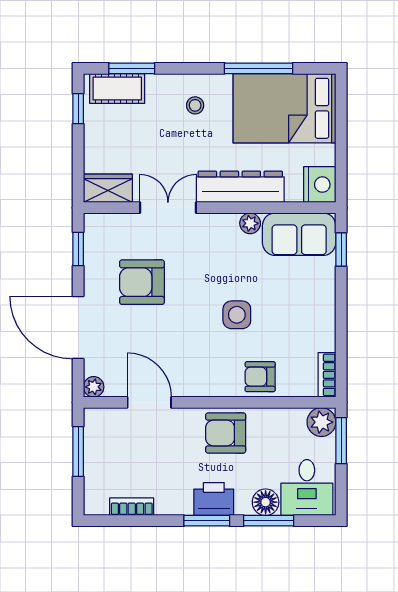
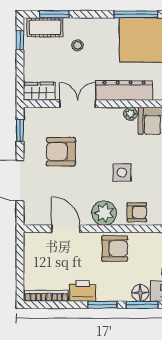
stool: (195, 105) -> (78, 45), moved
armchair: (260, 377) -> (137, 212), turned 180
plant: (94, 387) -> (104, 213), moved, width x1.88, depth x1.88
armchair: (226, 433) -> (115, 248), turned 180
window: (78, 451) -> (20, 260), removed
printer: (214, 499) -> (83, 291), moved
bookcase: (132, 507) -> (46, 296), width x1.56

